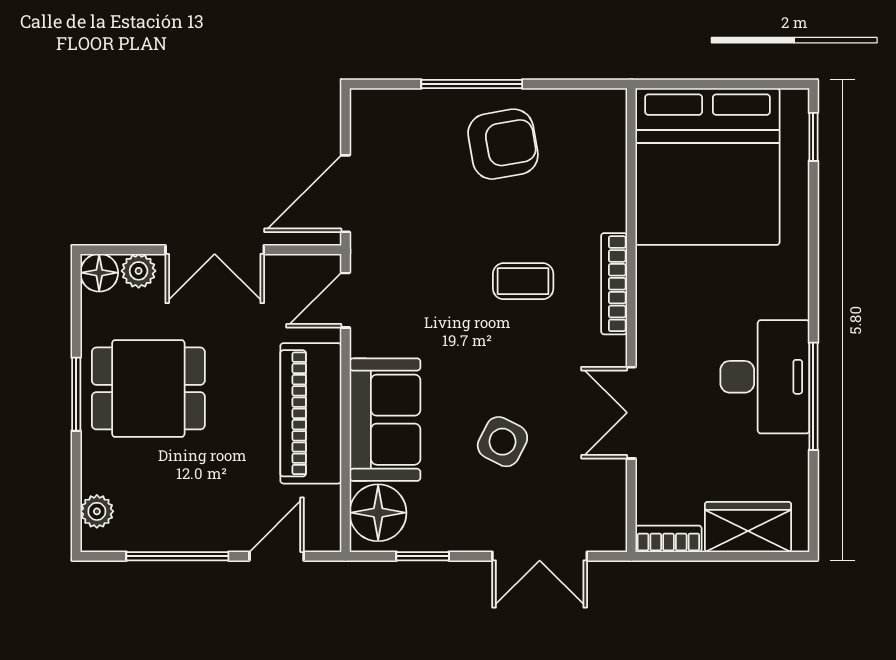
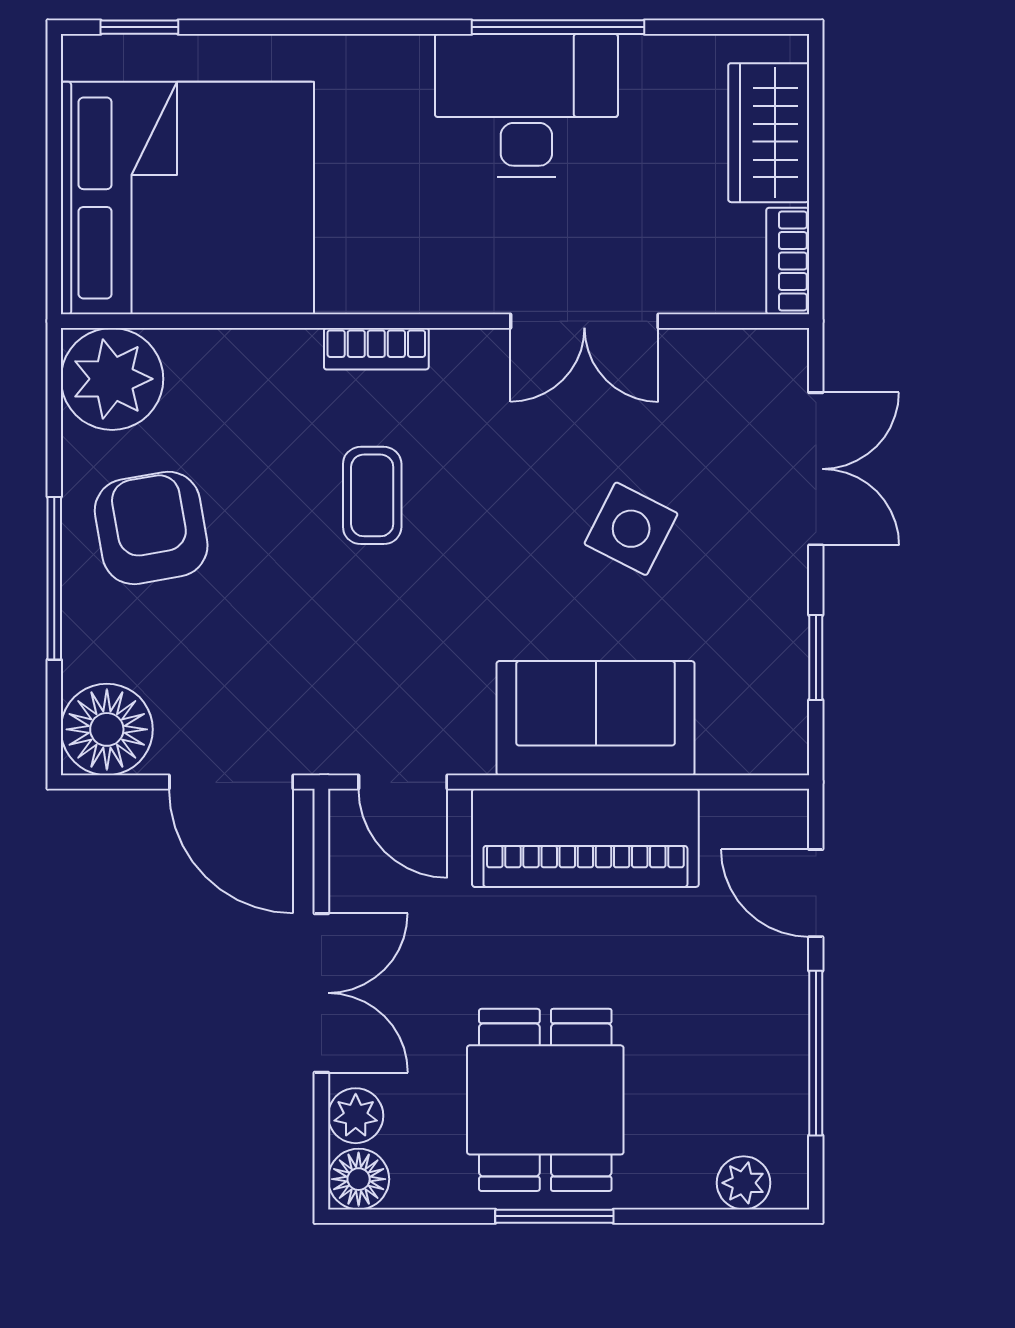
plant: (595, 120) -> (112, 379), added
bookcase: (614, 284) -> (376, 349), width x0.64
floor lamp: (378, 513) -> (107, 729), moved

